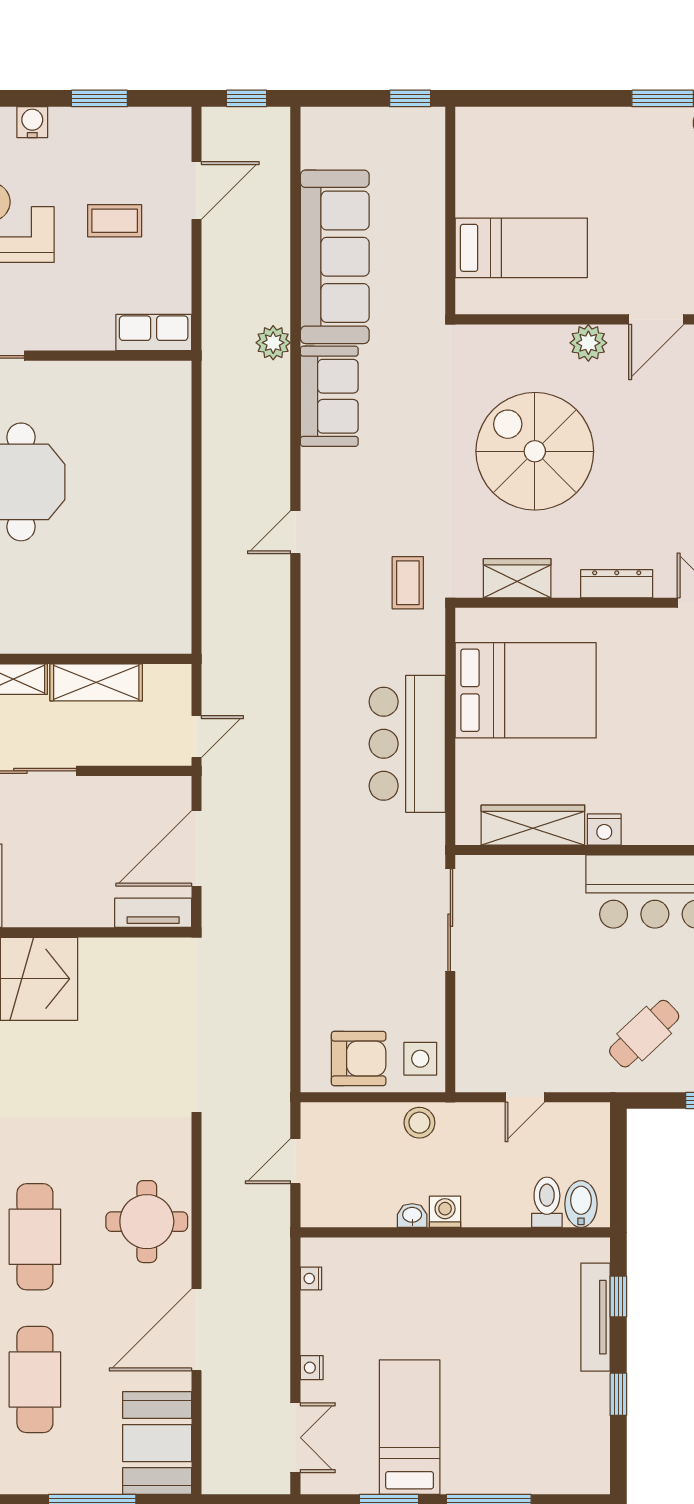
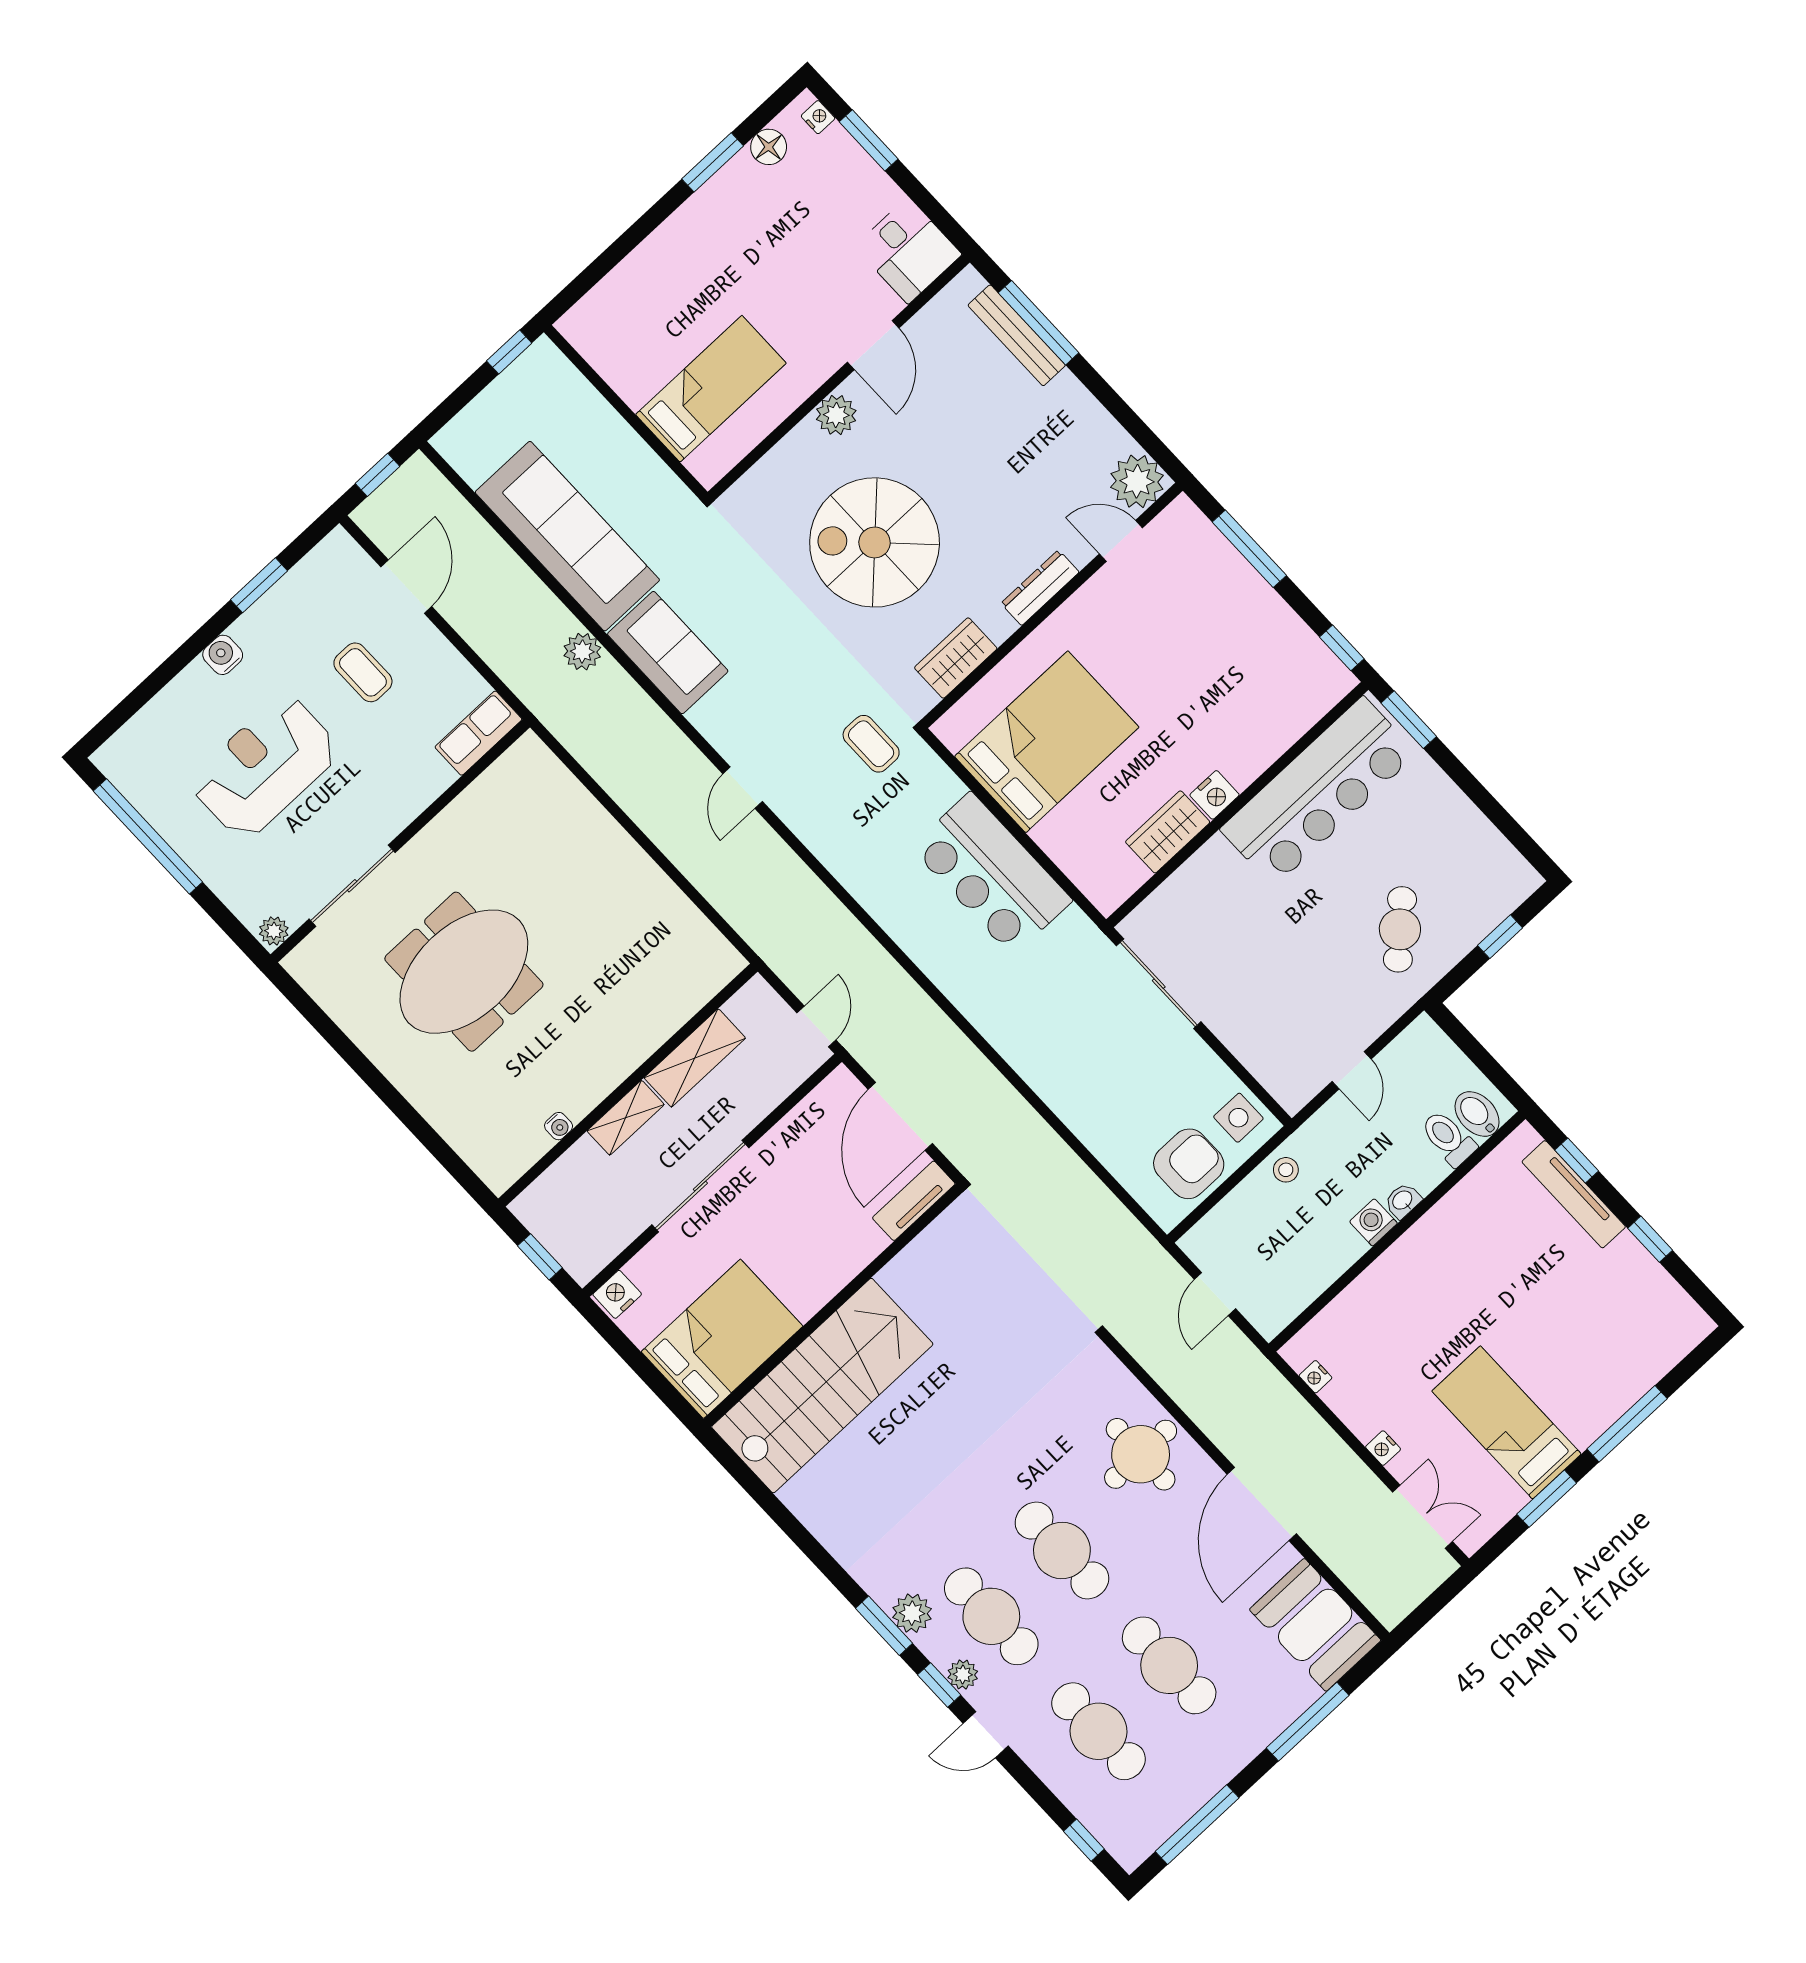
coffee table: (115, 221) -> (363, 672), turned 90
wardrobe: (533, 825) -> (1168, 832), width x0.67
stool: (419, 1123) -> (1286, 1170), width x0.73, depth x0.73
washbasin: (412, 1215) -> (1403, 1201), moved

